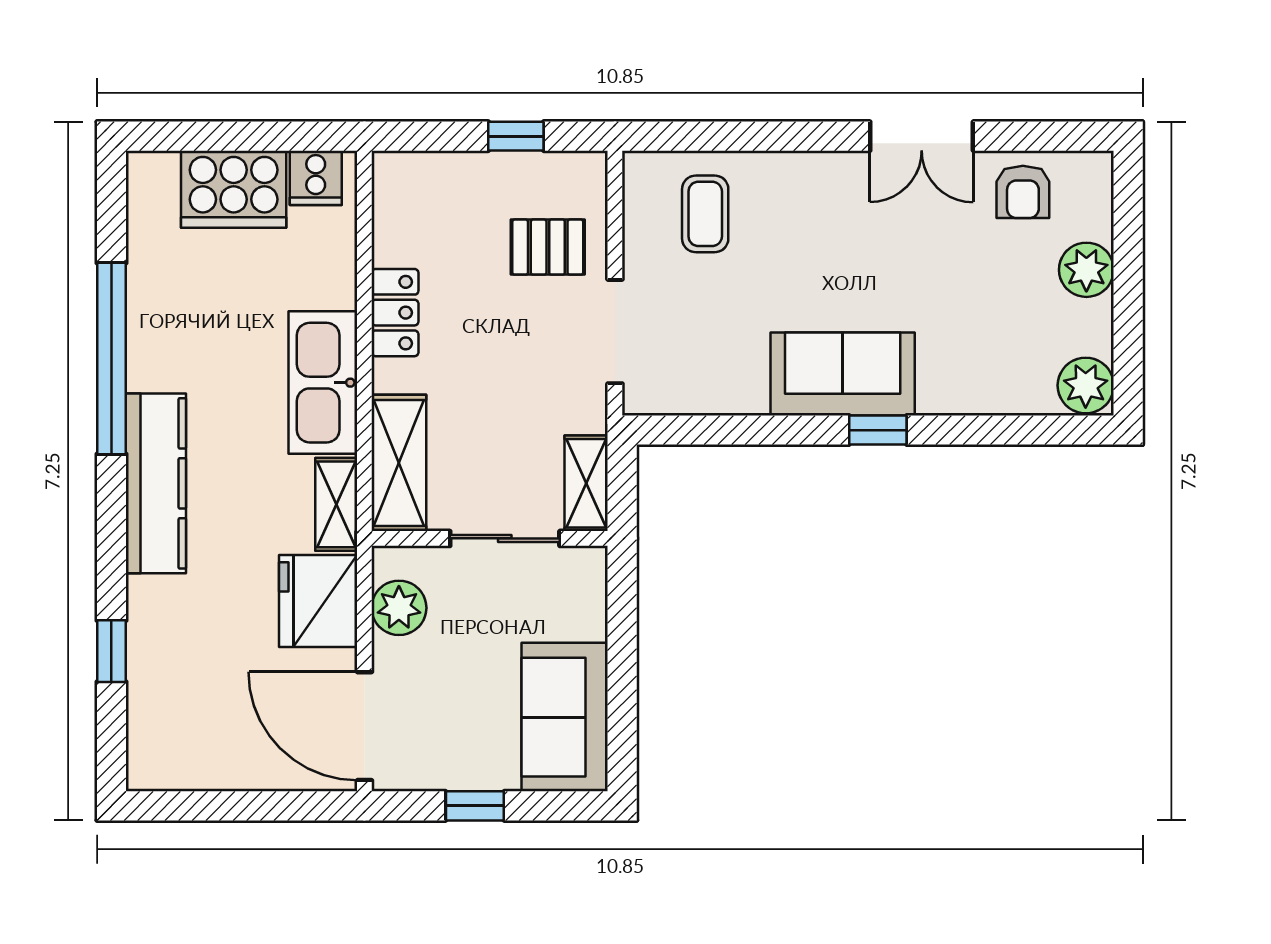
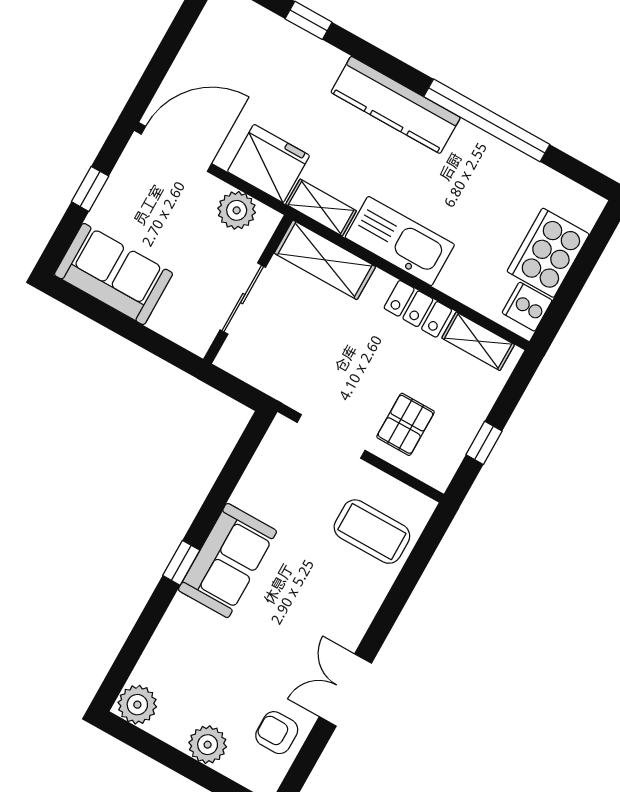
coffee table: (705, 214) -> (372, 532), width x1.36, depth x1.30
shelving: (586, 483) -> (478, 341), moved

